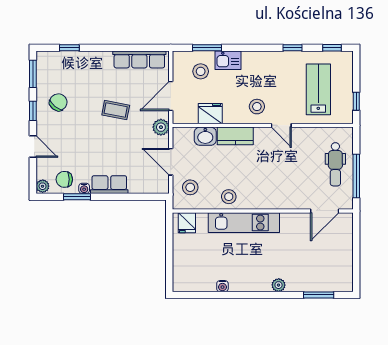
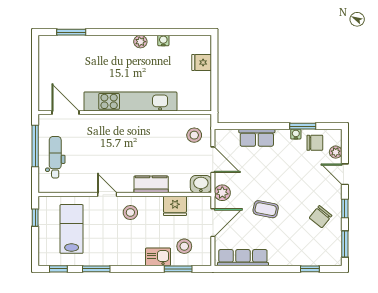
window: (293, 48) -> (96, 269), width x1.50
lab bench: (318, 89) -> (72, 229), turned 180
washbasin: (205, 136) -> (201, 184), moved
row of seats: (109, 185) -> (257, 138), moved
plant: (43, 186) -> (336, 152), moved
stool: (229, 197) -> (157, 126), removed
door: (325, 211) -> (65, 113), hinge flipped
fridge: (187, 223) -> (202, 62), moved, turned -90
kitchen unit: (244, 223) -> (130, 101), width x1.36
plant: (279, 285) -> (140, 42), moved

